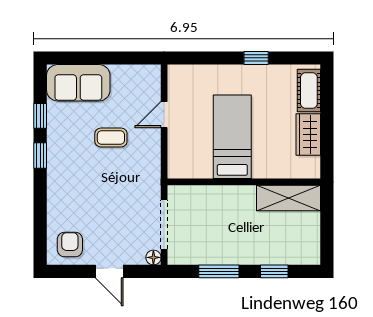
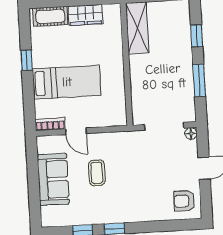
sofa: (78, 83) -> (53, 179), moved
bookcase: (175, 83) -> (50, 124), added
bed: (232, 137) -> (67, 82), moved, turned 180

